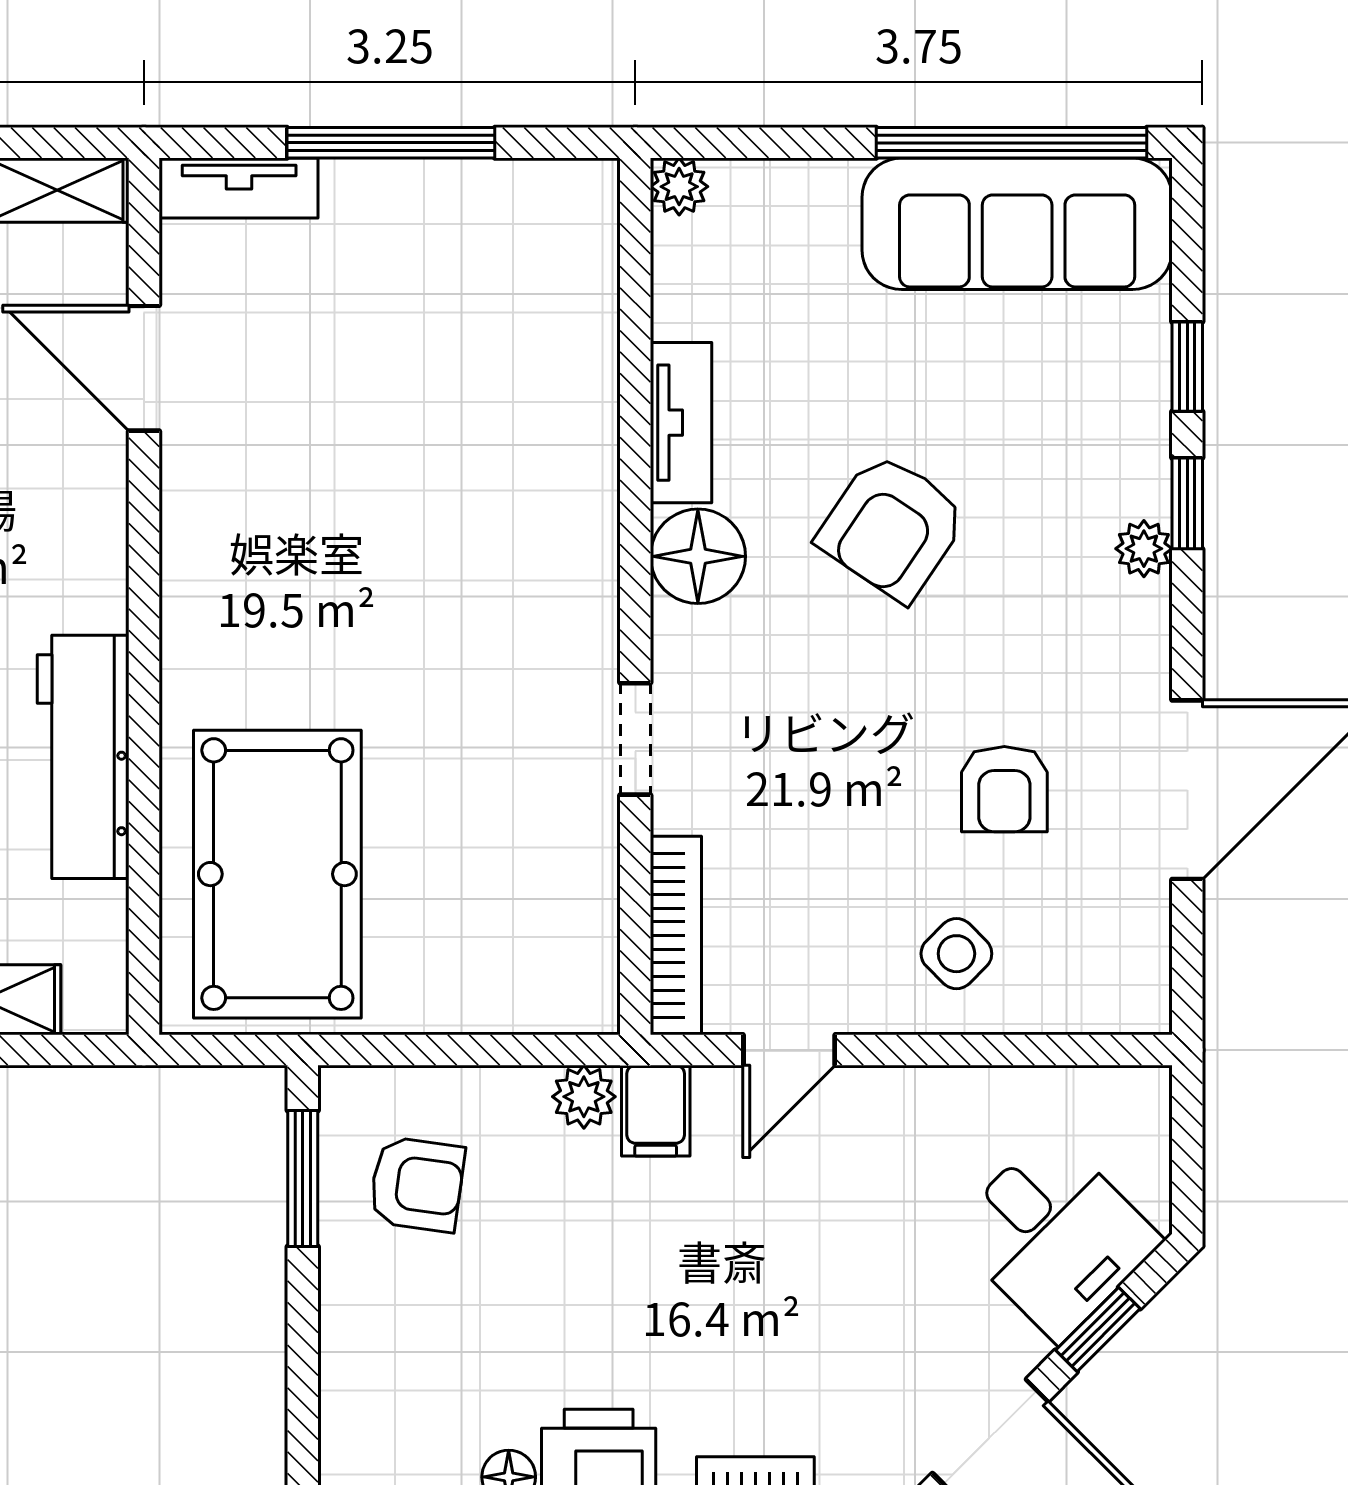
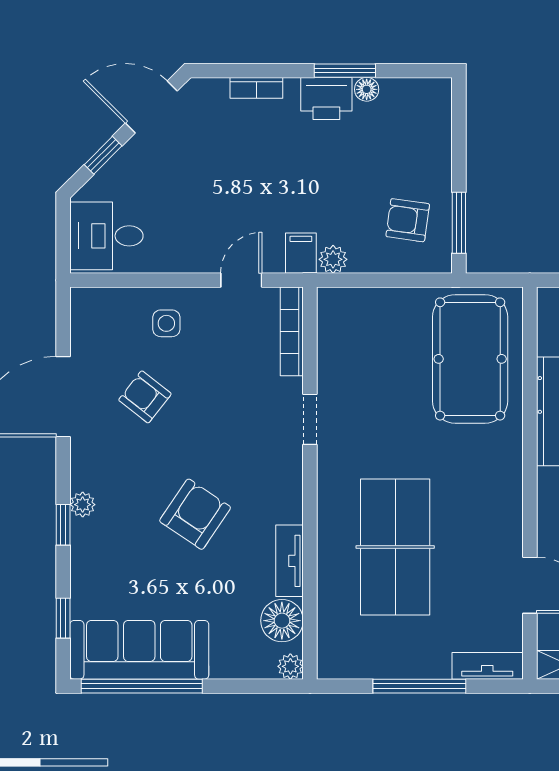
window: (1187, 367) -> (63, 618), moved
table tennis table: (445, 453) -> (395, 547), added
floor lamp: (698, 556) -> (282, 621), moved
armchair: (1004, 789) -> (145, 397), turned -52
side table: (956, 954) -> (166, 323), turned 45
desk: (1055, 1236) -> (106, 236), moved, turned -45

